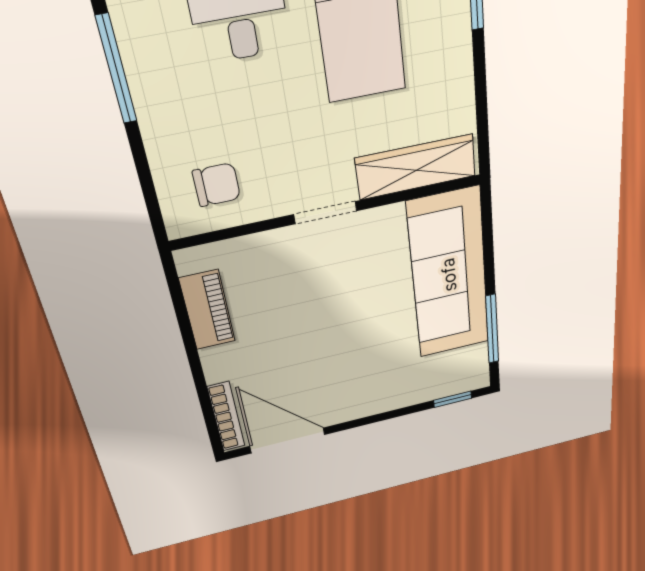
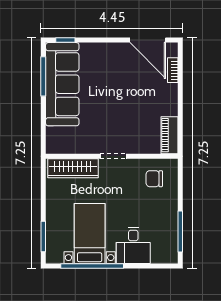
sofa: (449, 275) -> (62, 84), moved
piano: (207, 310) -> (169, 135), moved
bookcase: (226, 417) -> (173, 70), width x0.64

